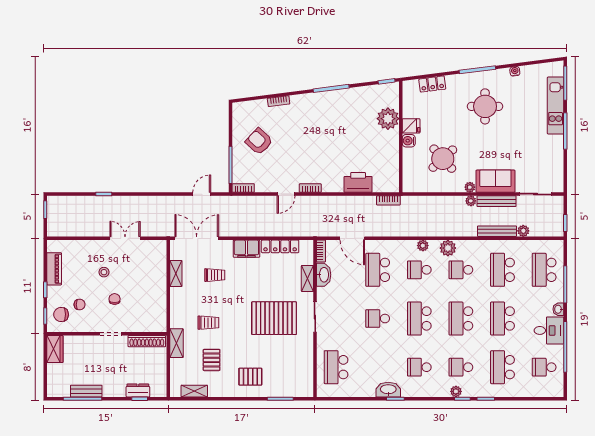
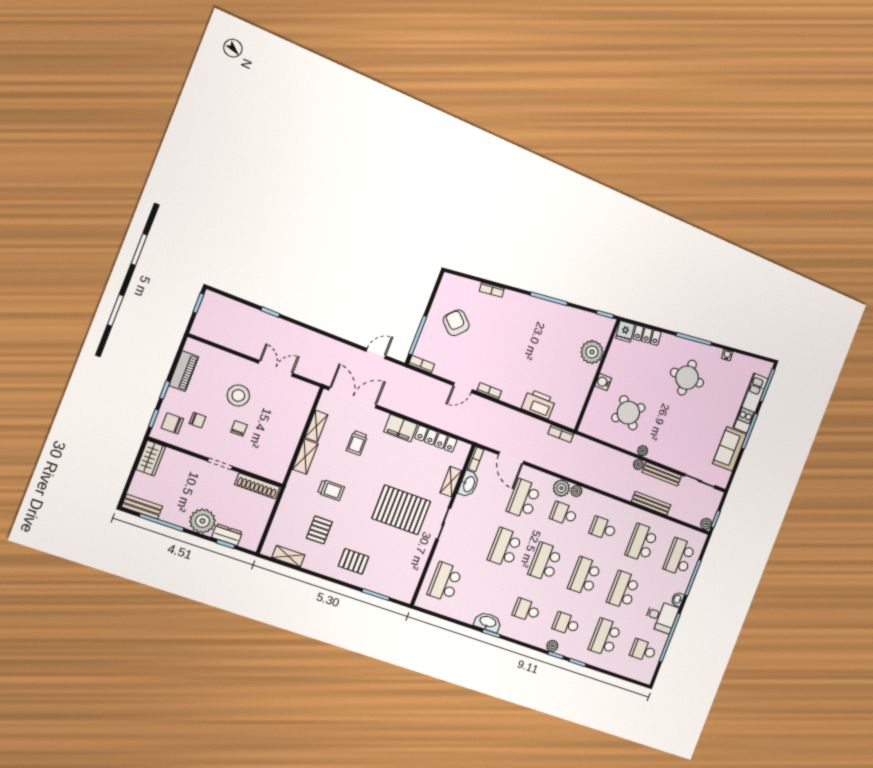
fridge: (411, 126) -> (625, 331), moved, turned 83
sofa: (495, 181) -> (730, 449), moved, turned -90
plant: (523, 231) -> (706, 524), moved
plant: (448, 248) -> (561, 488), moved
stool: (104, 272) -> (238, 395), width x1.89, depth x1.89
trolley: (215, 275) -> (357, 443), turned 90
school desk: (378, 319) -> (505, 547), width x1.85
shelving: (177, 343) -> (305, 457), moved
plant: (114, 386) -> (203, 521), added
bench: (86, 391) -> (142, 507), moved

